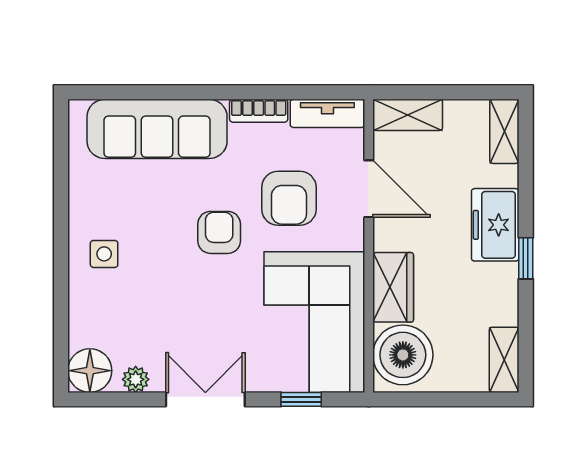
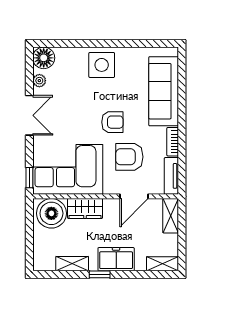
side table: (104, 254) -> (102, 65), width x1.87, depth x1.87
shelving: (504, 360) -> (72, 264), moved
window: (301, 399) -> (29, 178), moved

